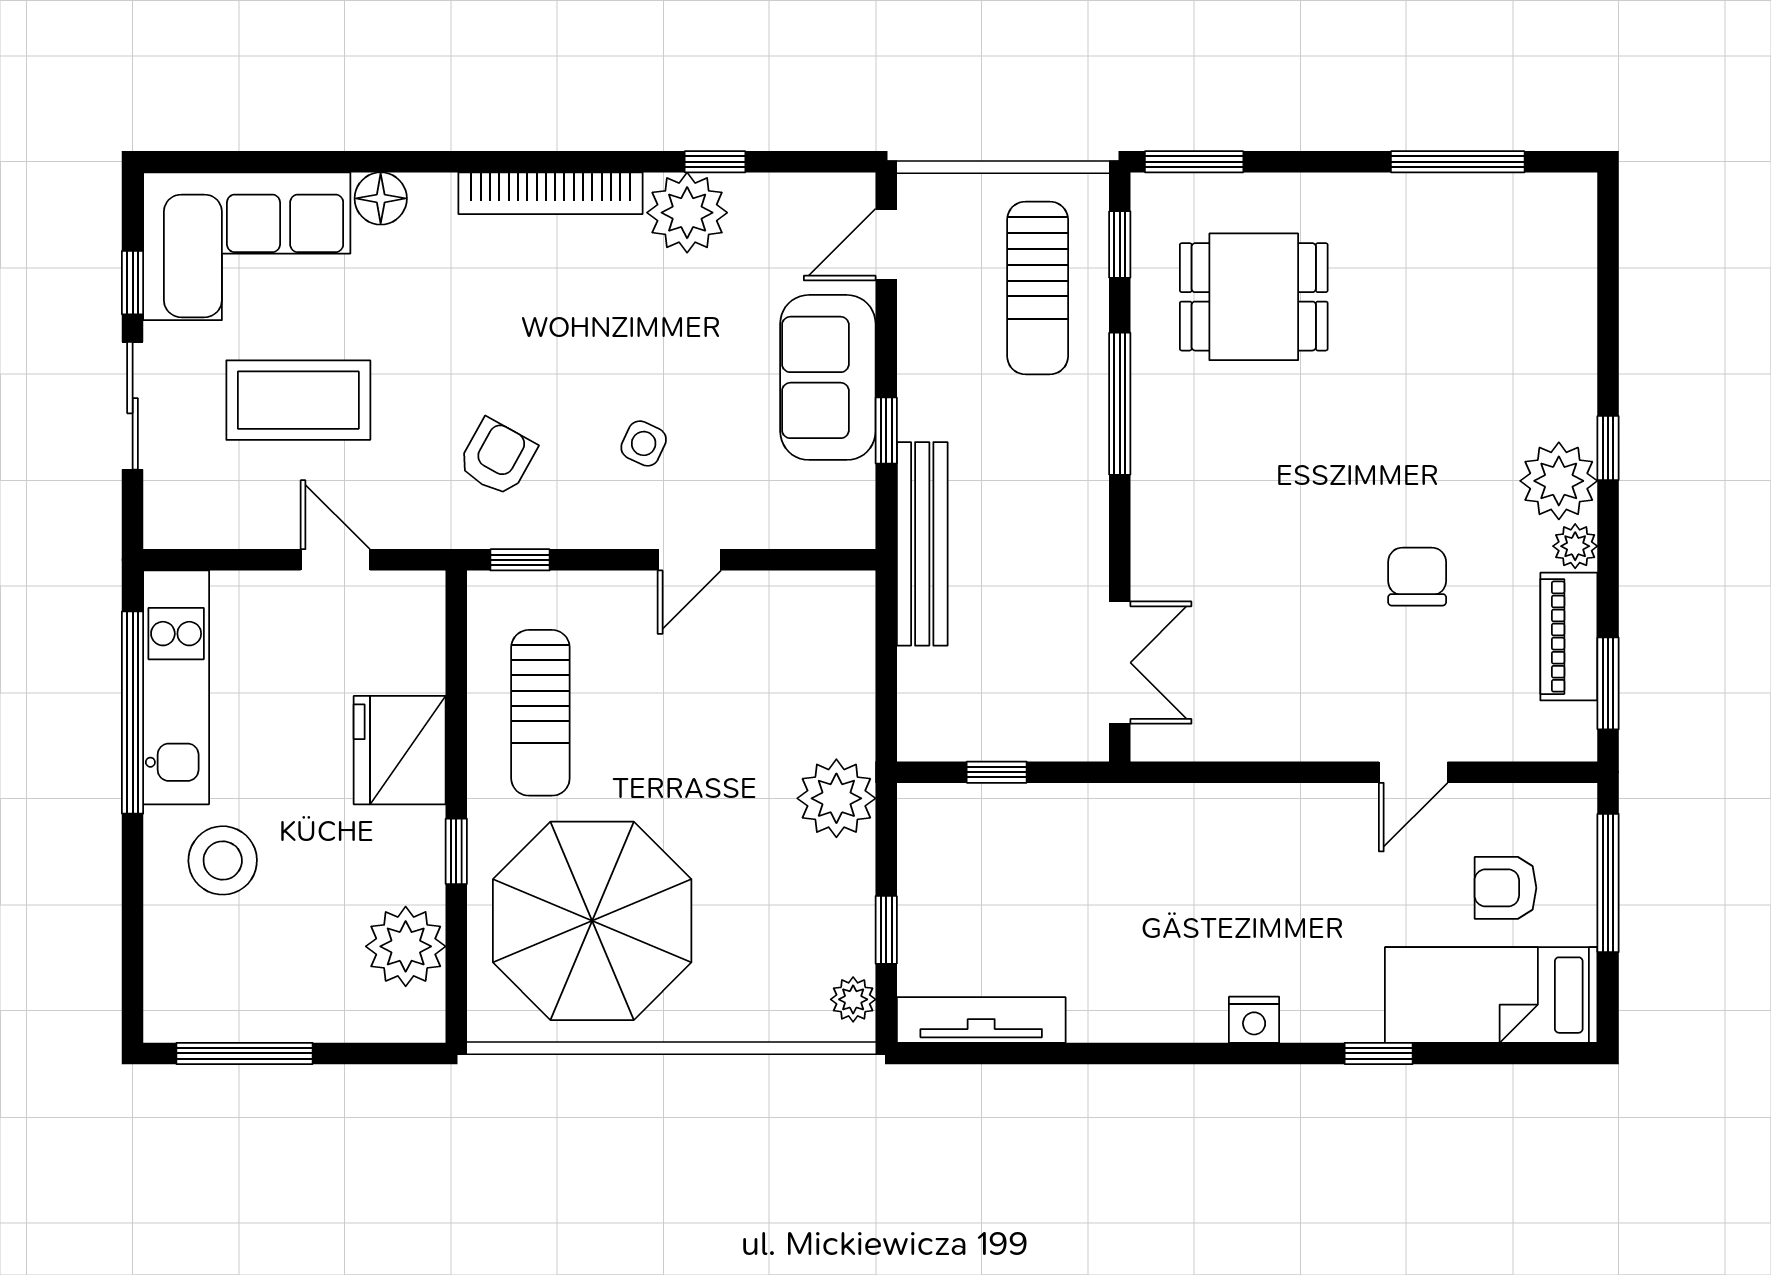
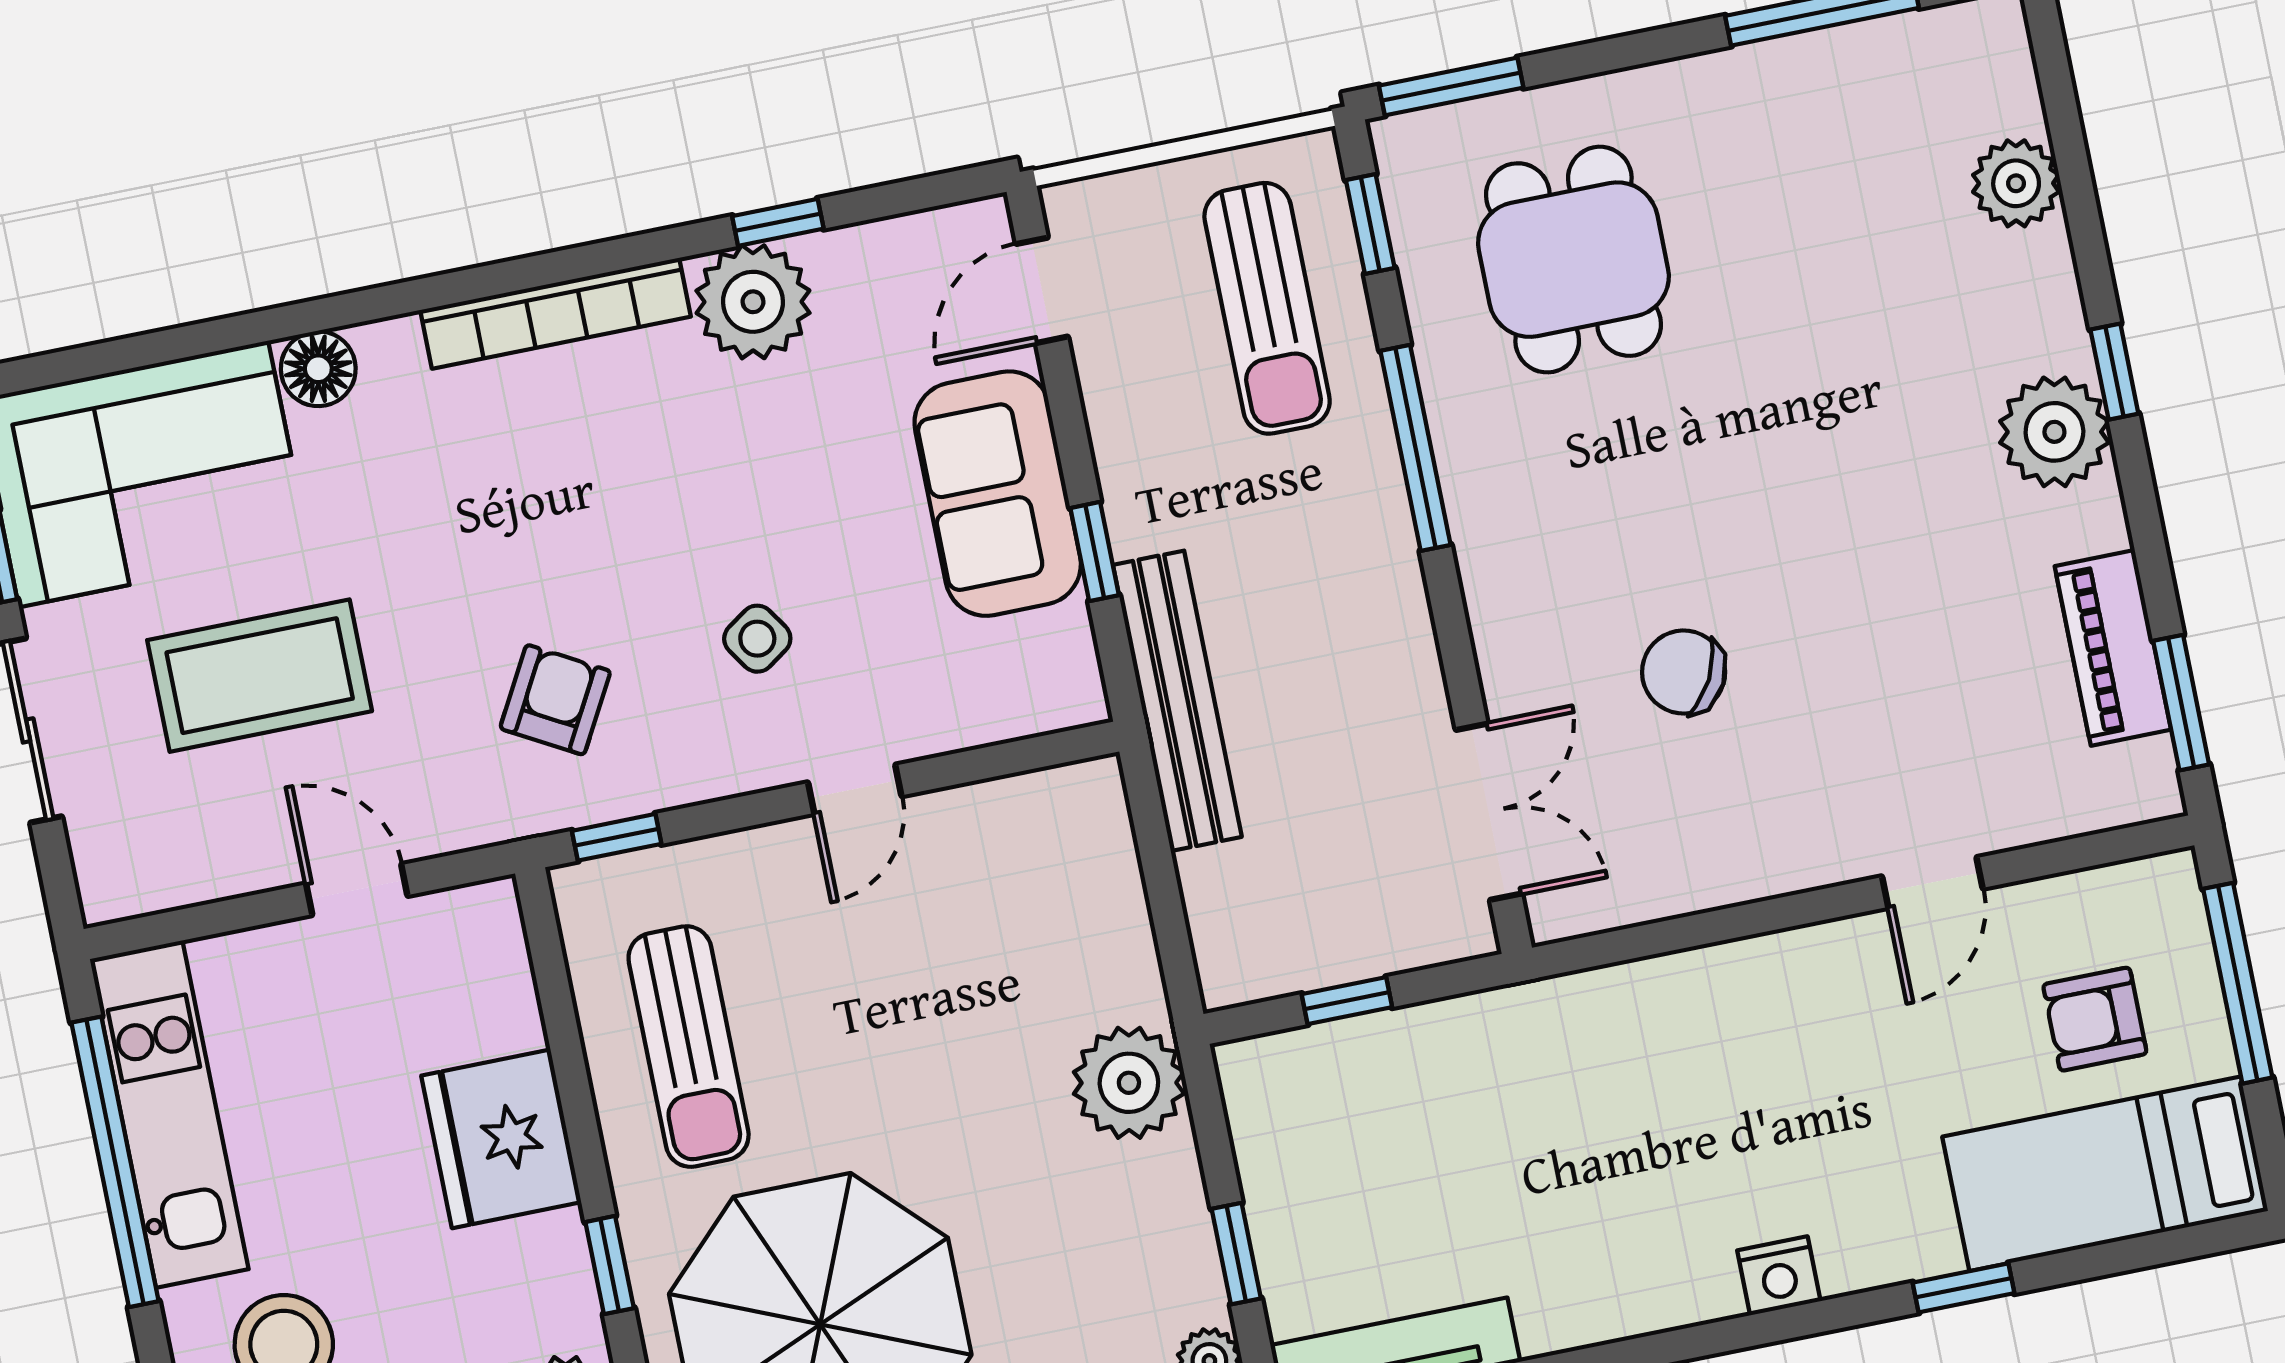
dining table: (1254, 297) -> (1573, 260), turned 90
side table: (644, 443) -> (757, 639), turned 31
plant: (1575, 546) -> (2016, 183), moved, width x1.38, depth x1.38
chair: (1417, 577) -> (1684, 672), moved, turned -62

